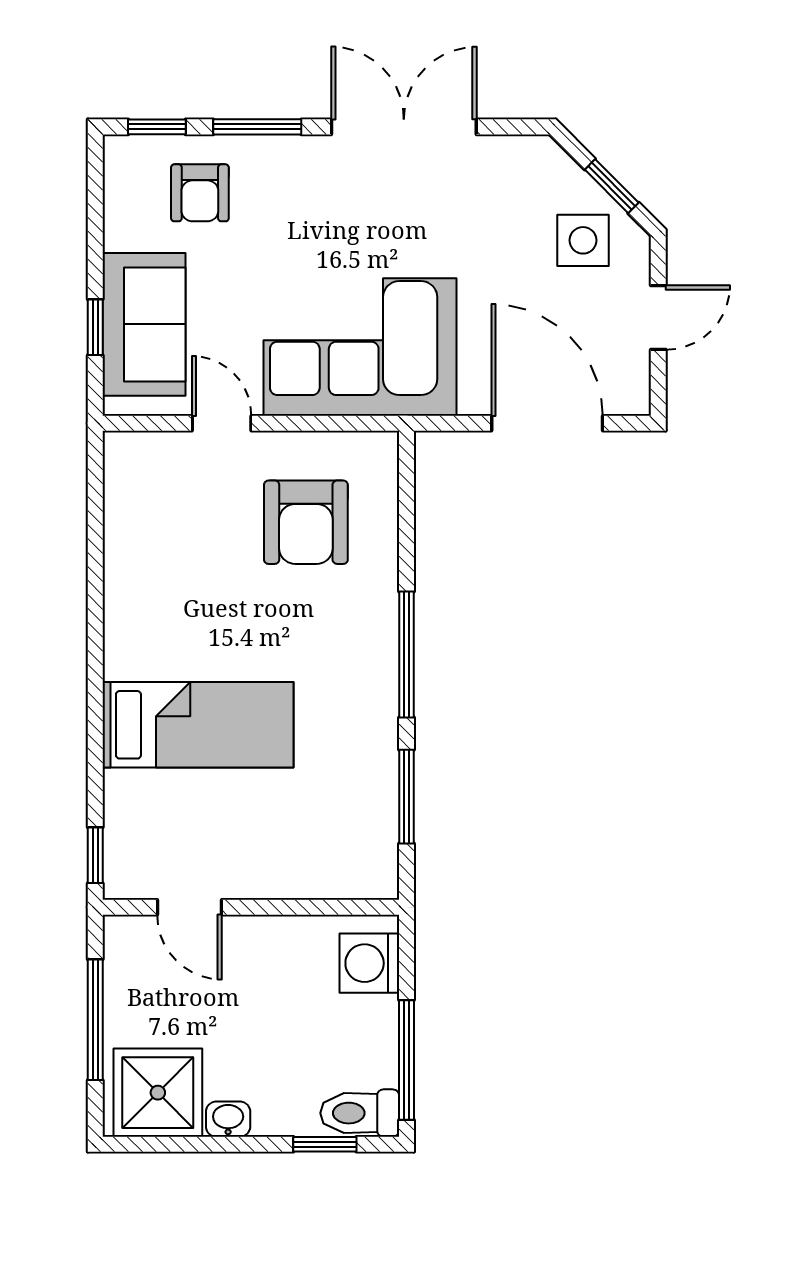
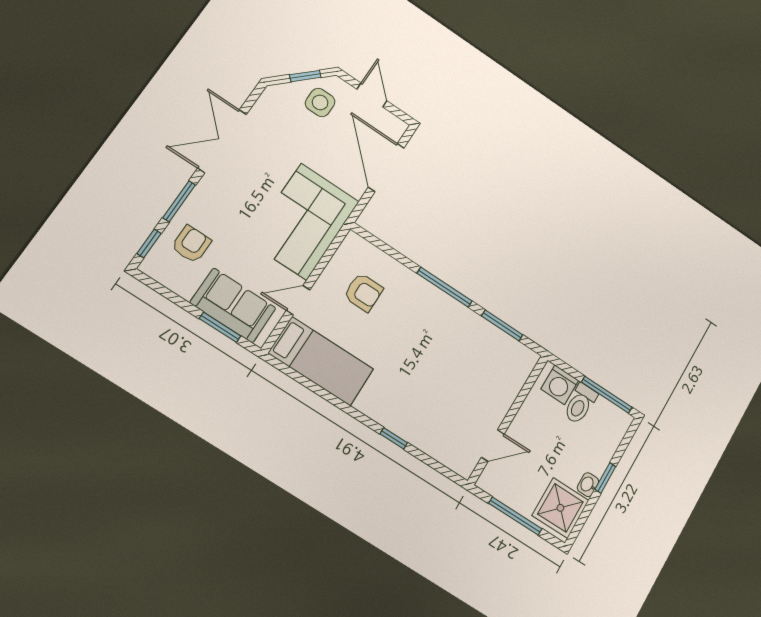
armchair: (200, 193) -> (191, 244), turned -90
window: (95, 327) -> (220, 327), width x1.50
door: (547, 423) -> (386, 168), hinge flipped
armchair: (306, 522) -> (363, 292), width x0.72, depth x0.72
bed: (198, 725) -> (321, 361), moved, turned 90
window: (95, 855) -> (394, 438), moved
toilet: (360, 1113) -> (580, 404), moved
window: (325, 1144) -> (605, 478), moved

